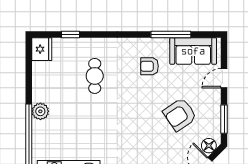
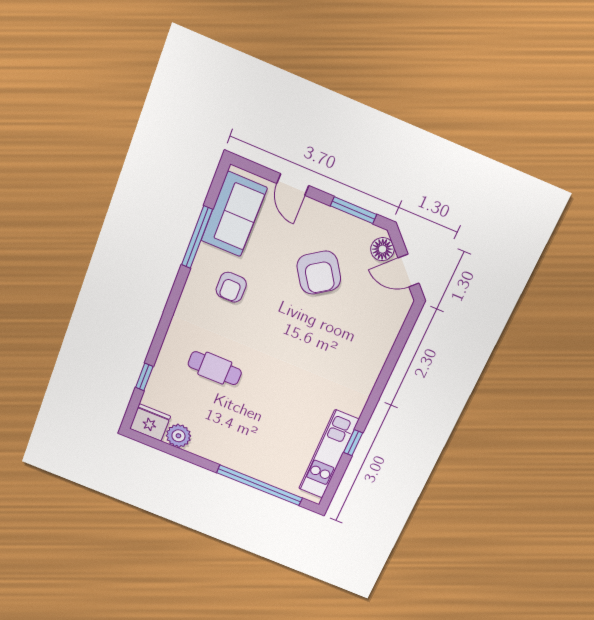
plant: (40, 111) -> (178, 436), moved

